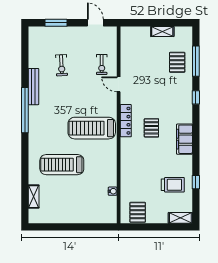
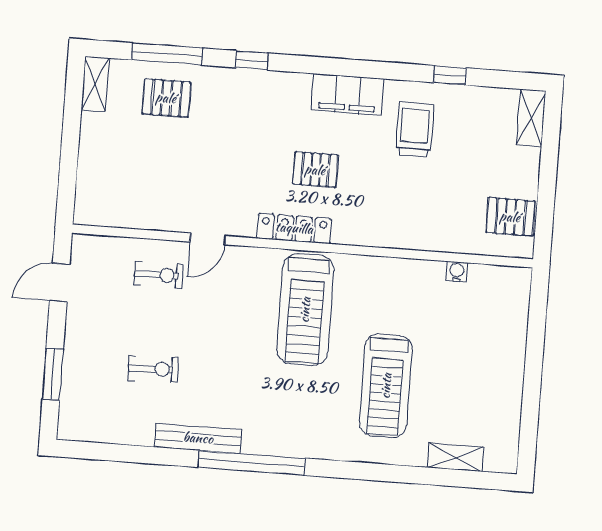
shelving: (162, 31) -> (95, 84), moved
trolley: (173, 185) -> (415, 129), moved

